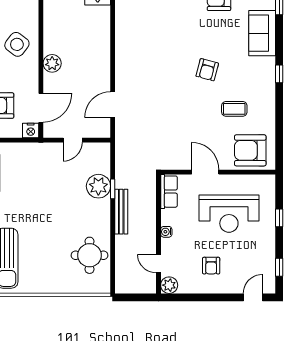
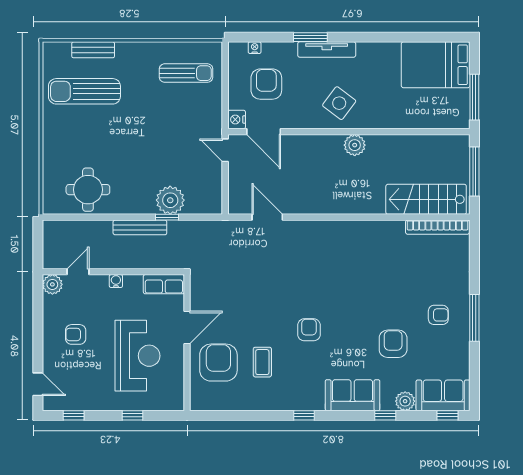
plant: (52, 63) -> (355, 145), moved
armchair: (207, 70) -> (309, 330), turned 75
door: (73, 140) -> (225, 150), moved
armchair: (250, 150) -> (218, 363), moved
reception desk: (229, 214) -> (138, 356), turned 180

